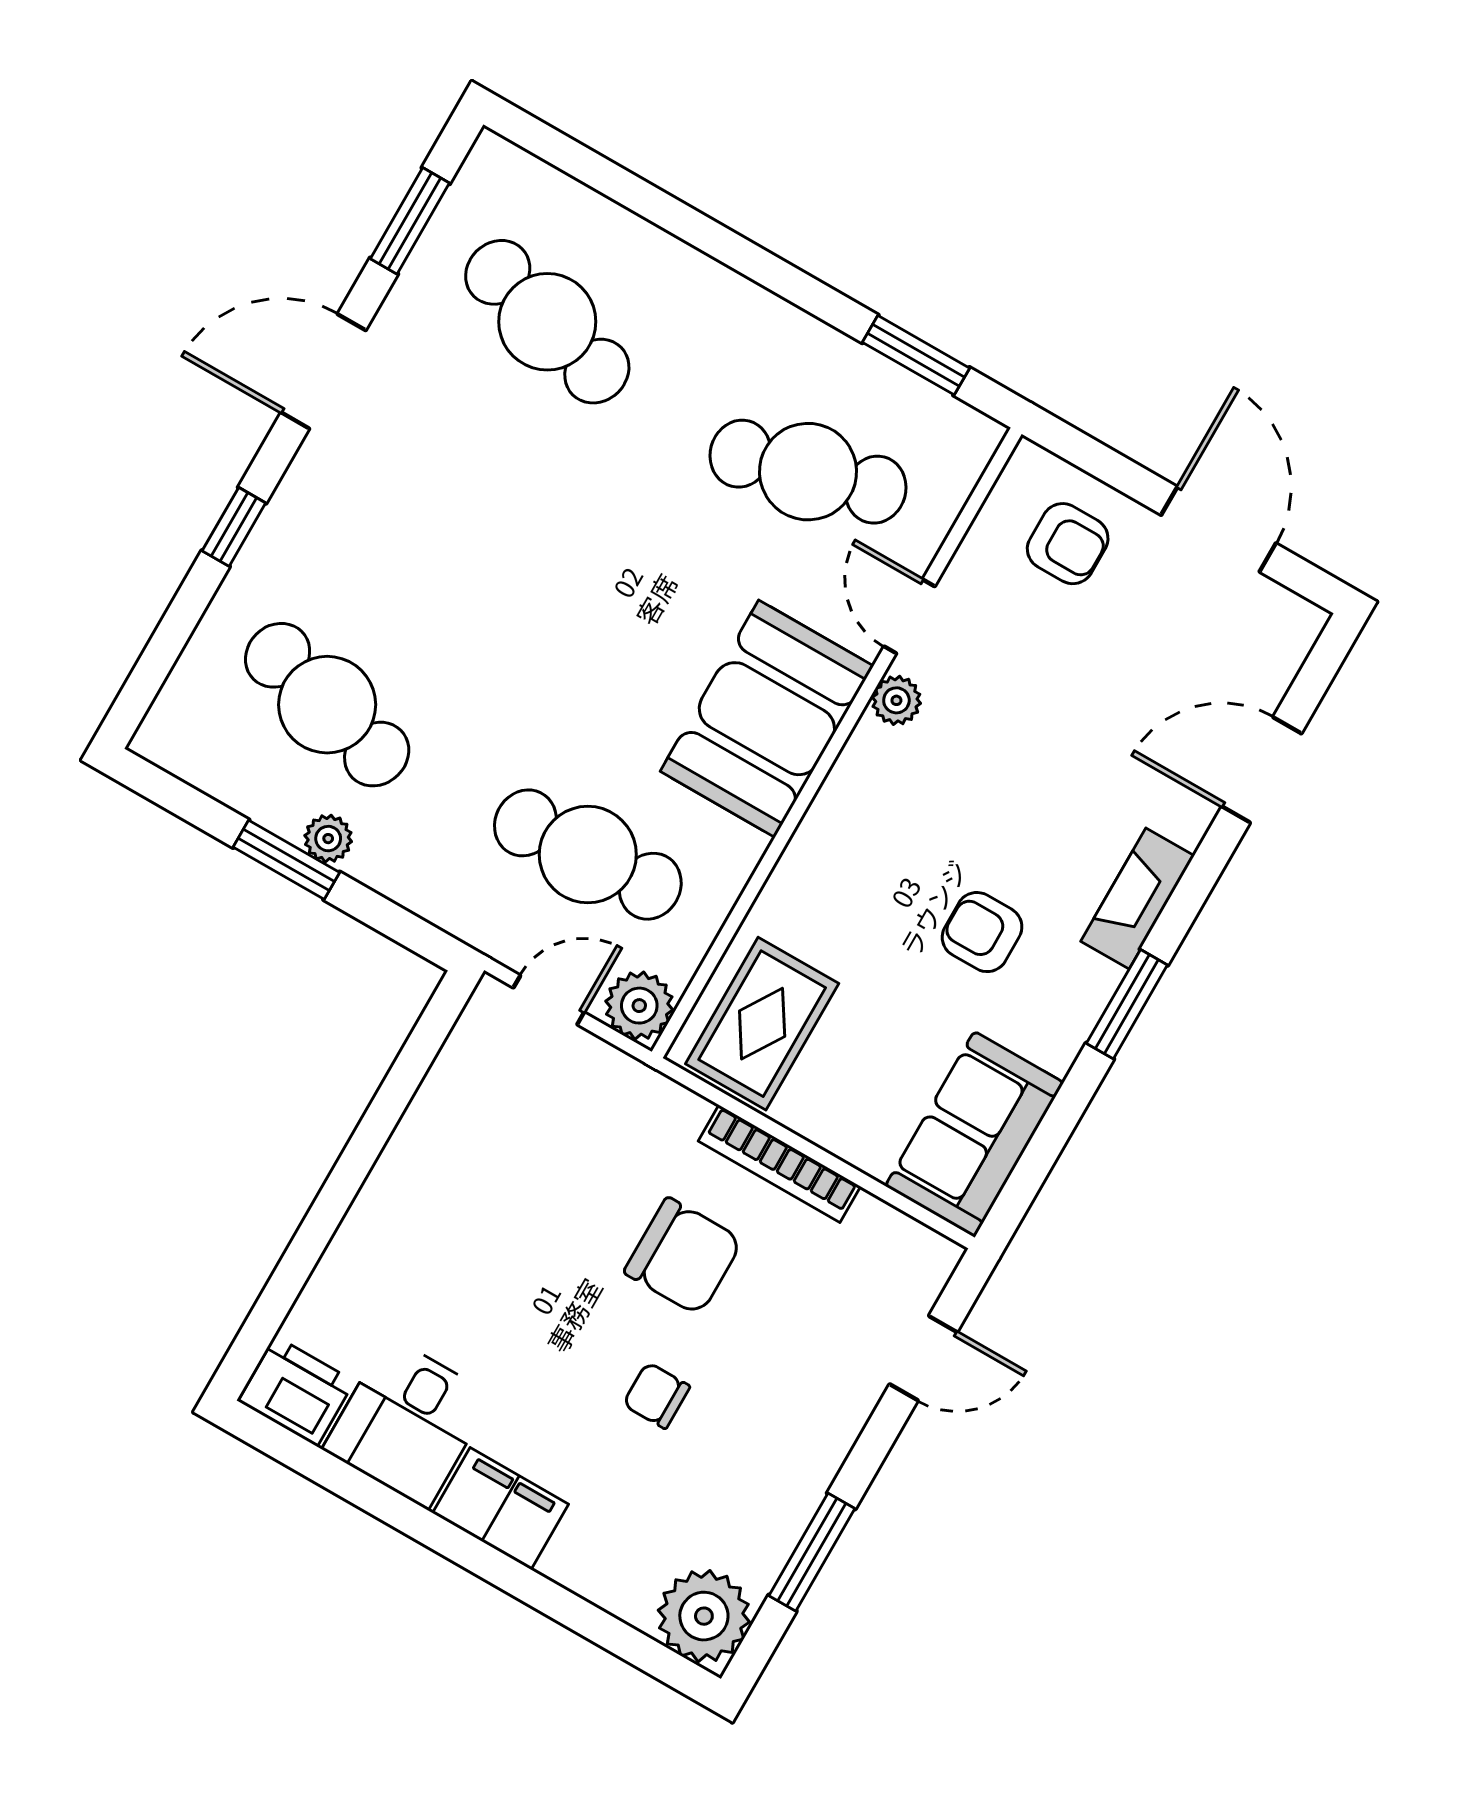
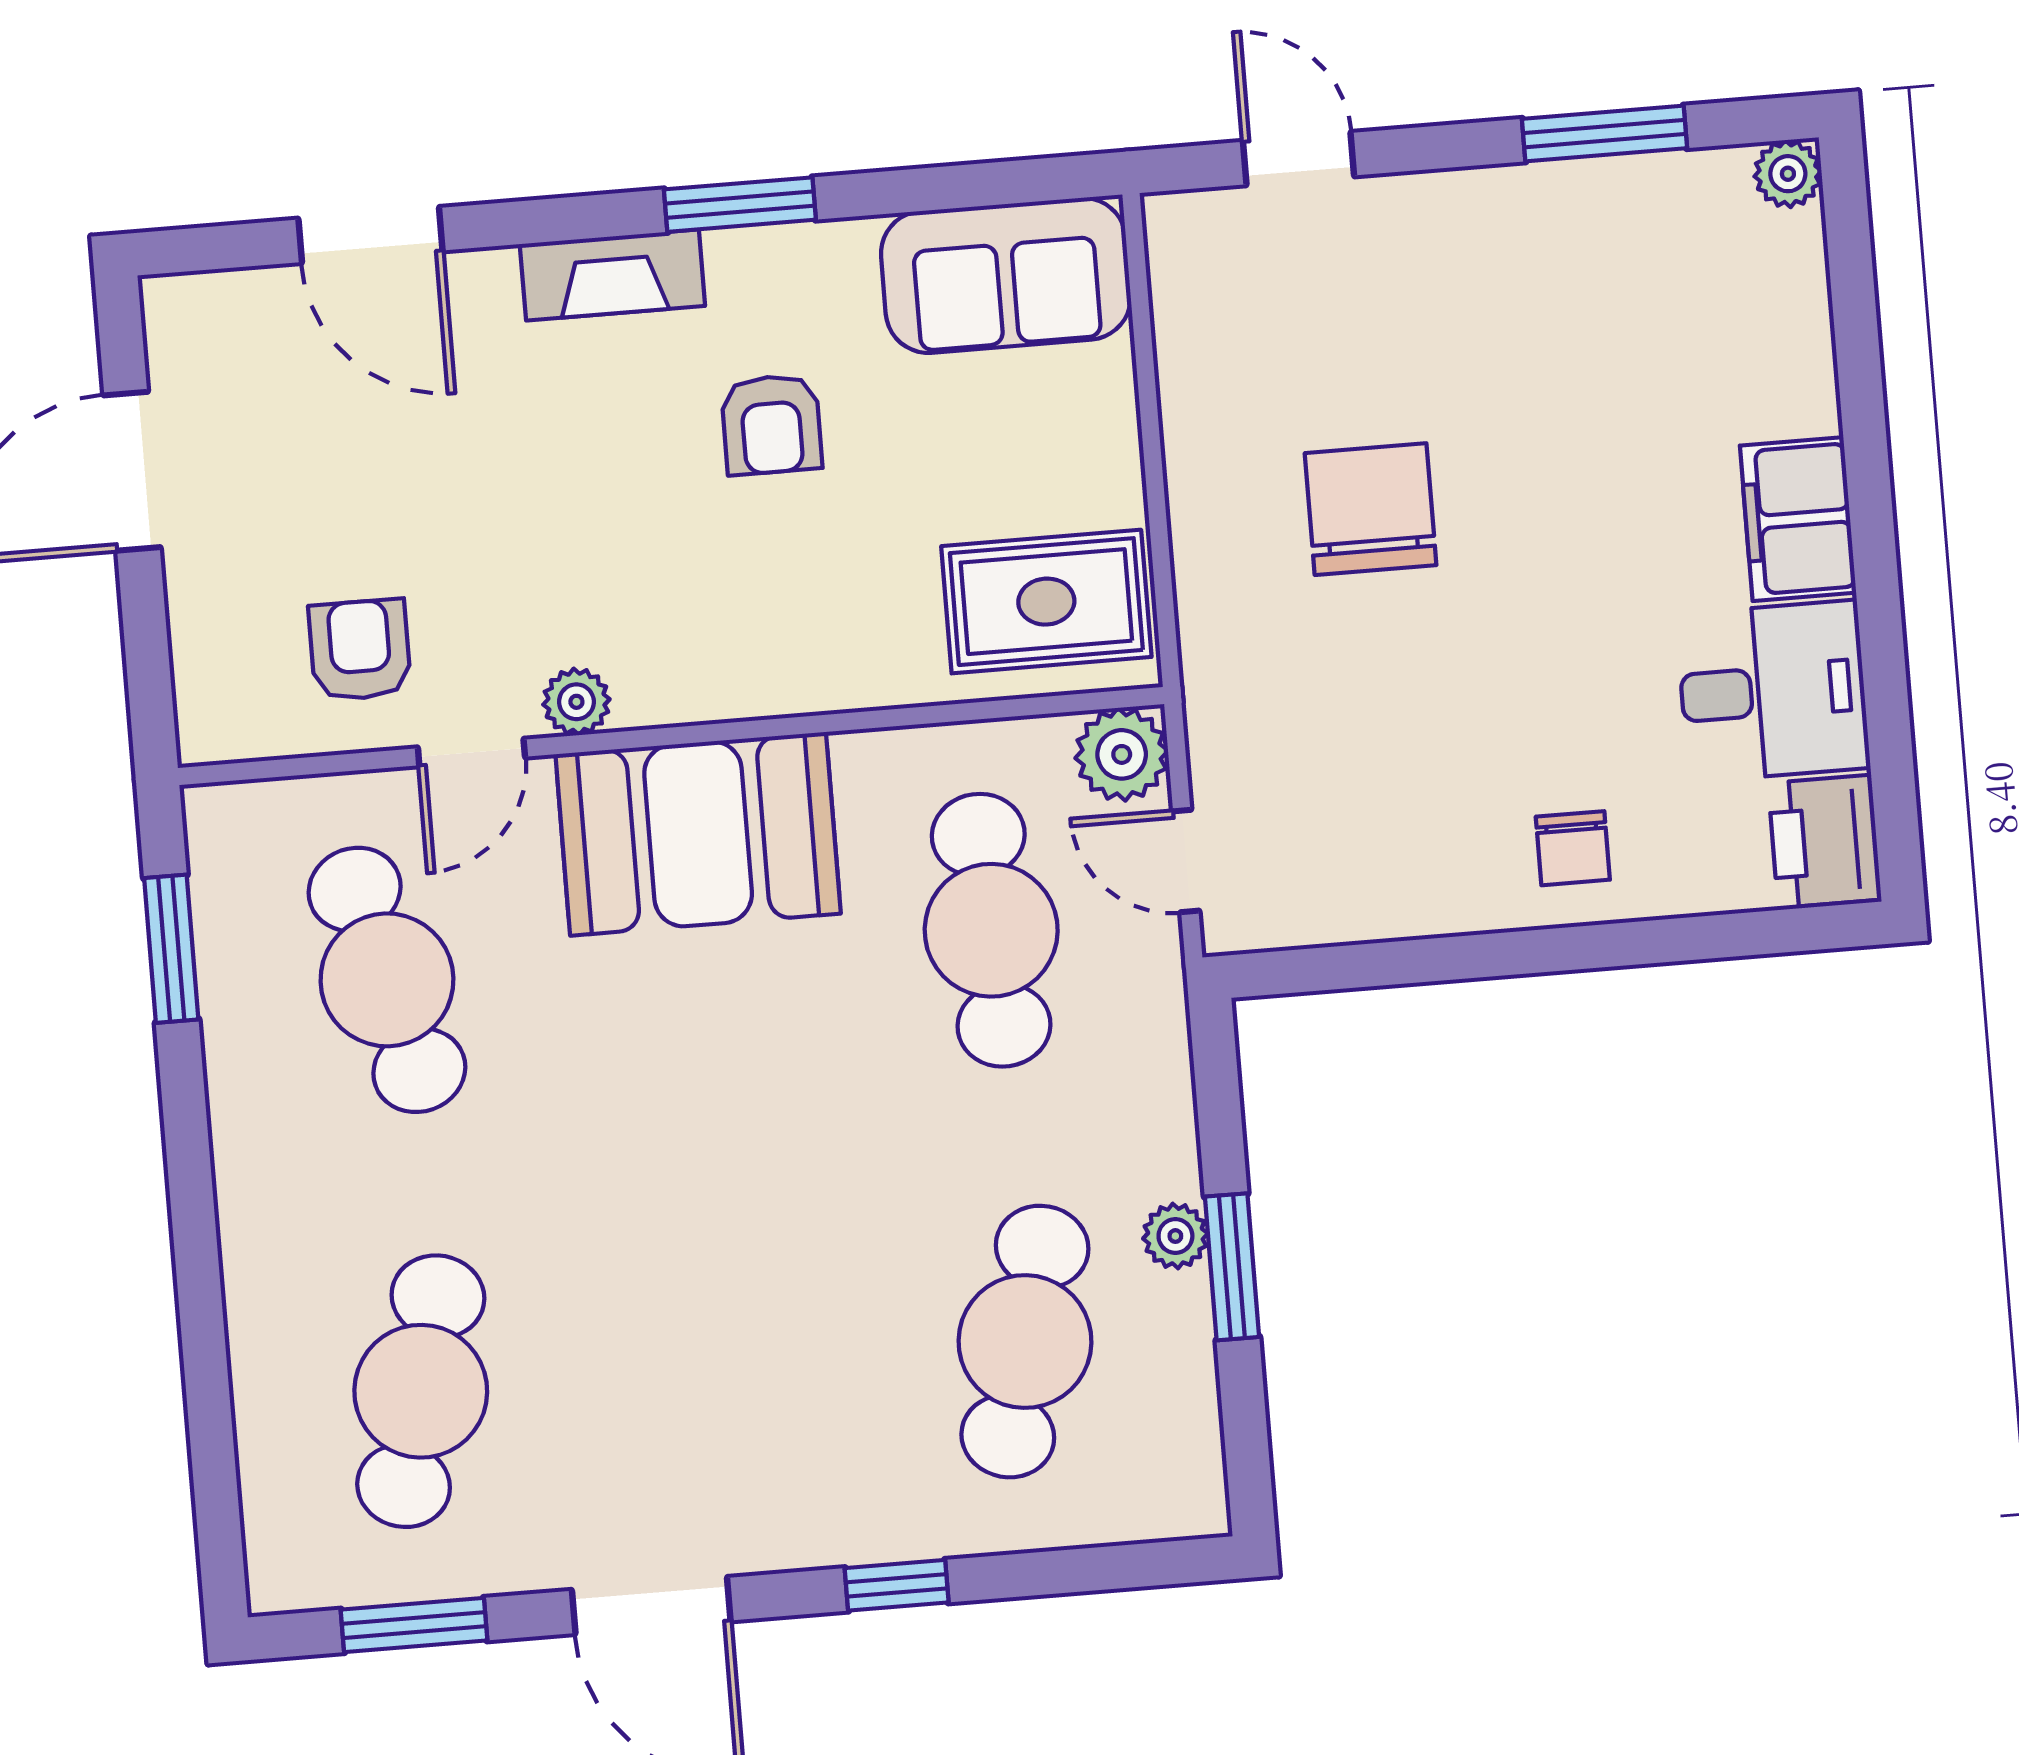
armchair: (1068, 544) -> (360, 650), moved
bookcase: (779, 1164) -> (1191, 473), removed
chair: (656, 1395) -> (1573, 848), moved
plant: (704, 1616) -> (1788, 174), width x0.53, depth x0.53

